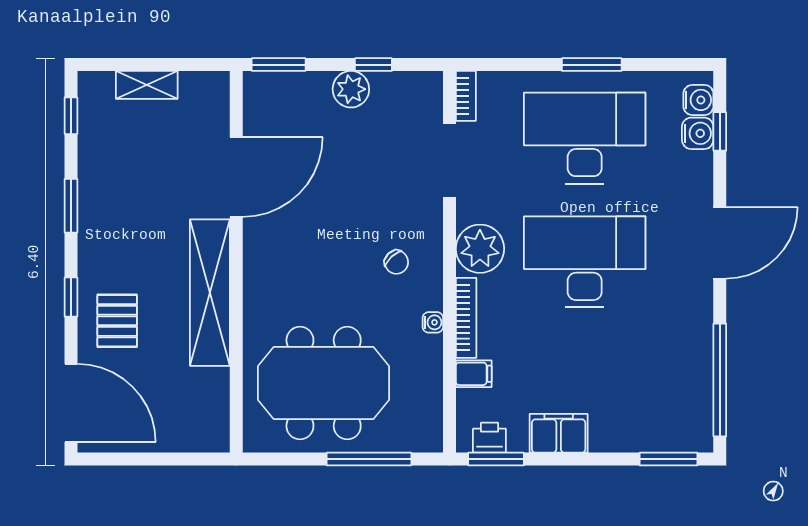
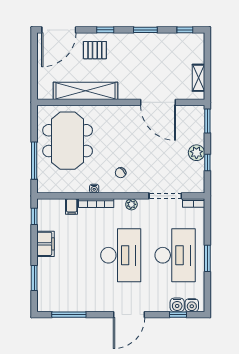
shelving: (147, 85) -> (198, 78), moved
door: (720, 243) -> (129, 315), hinge flipped
plant: (480, 249) -> (131, 204), width x0.53, depth x0.53
shelving: (210, 293) -> (86, 91), moved
window: (720, 380) -> (69, 315), width x0.68
printer: (489, 438) -> (44, 213), removed
window: (496, 459) -> (34, 216), width x0.67
window: (668, 459) -> (34, 278), moved

